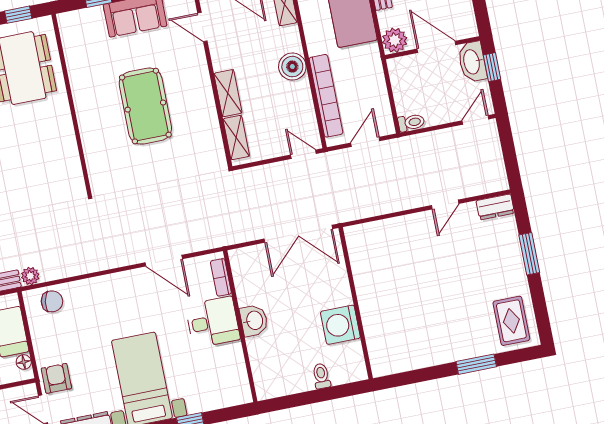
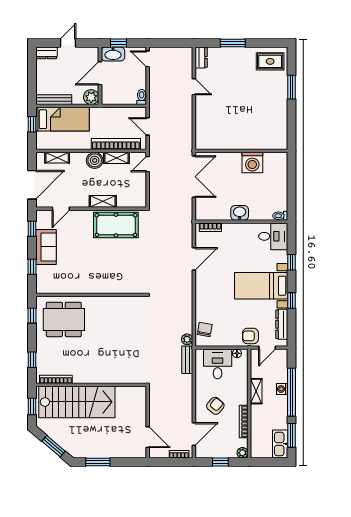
pool table: (145, 106) -> (116, 225), moved
shelving: (236, 138) -> (117, 158), moved
desk: (213, 322) -> (273, 236), moved, turned 90
toilet: (321, 376) -> (280, 216), moved

